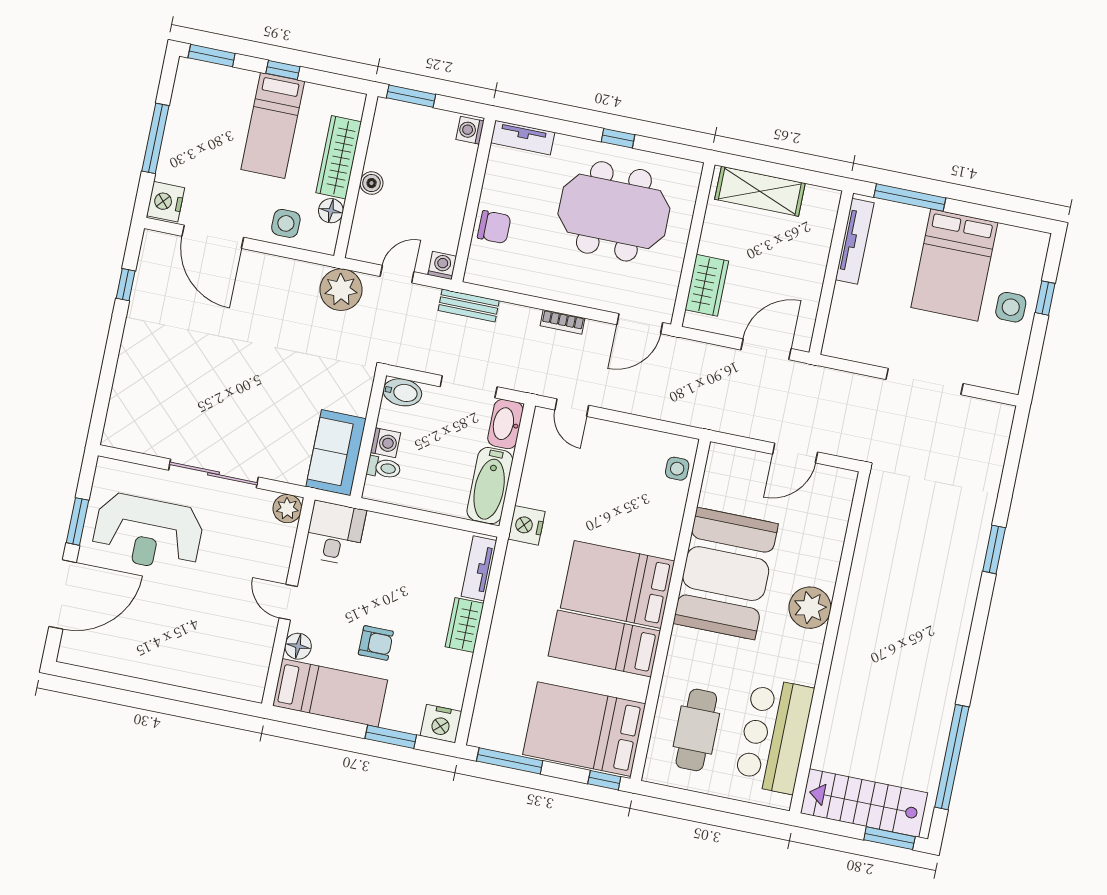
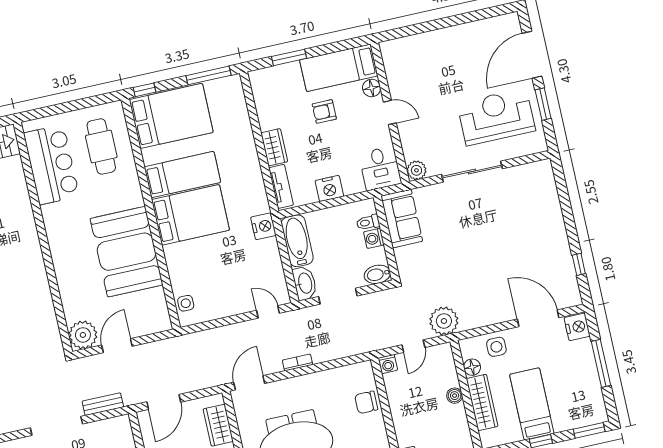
bench: (469, 305) -> (103, 404), moved
plant: (810, 608) -> (83, 335), moved
nightstand: (441, 724) -> (329, 188), moved, turned 180

